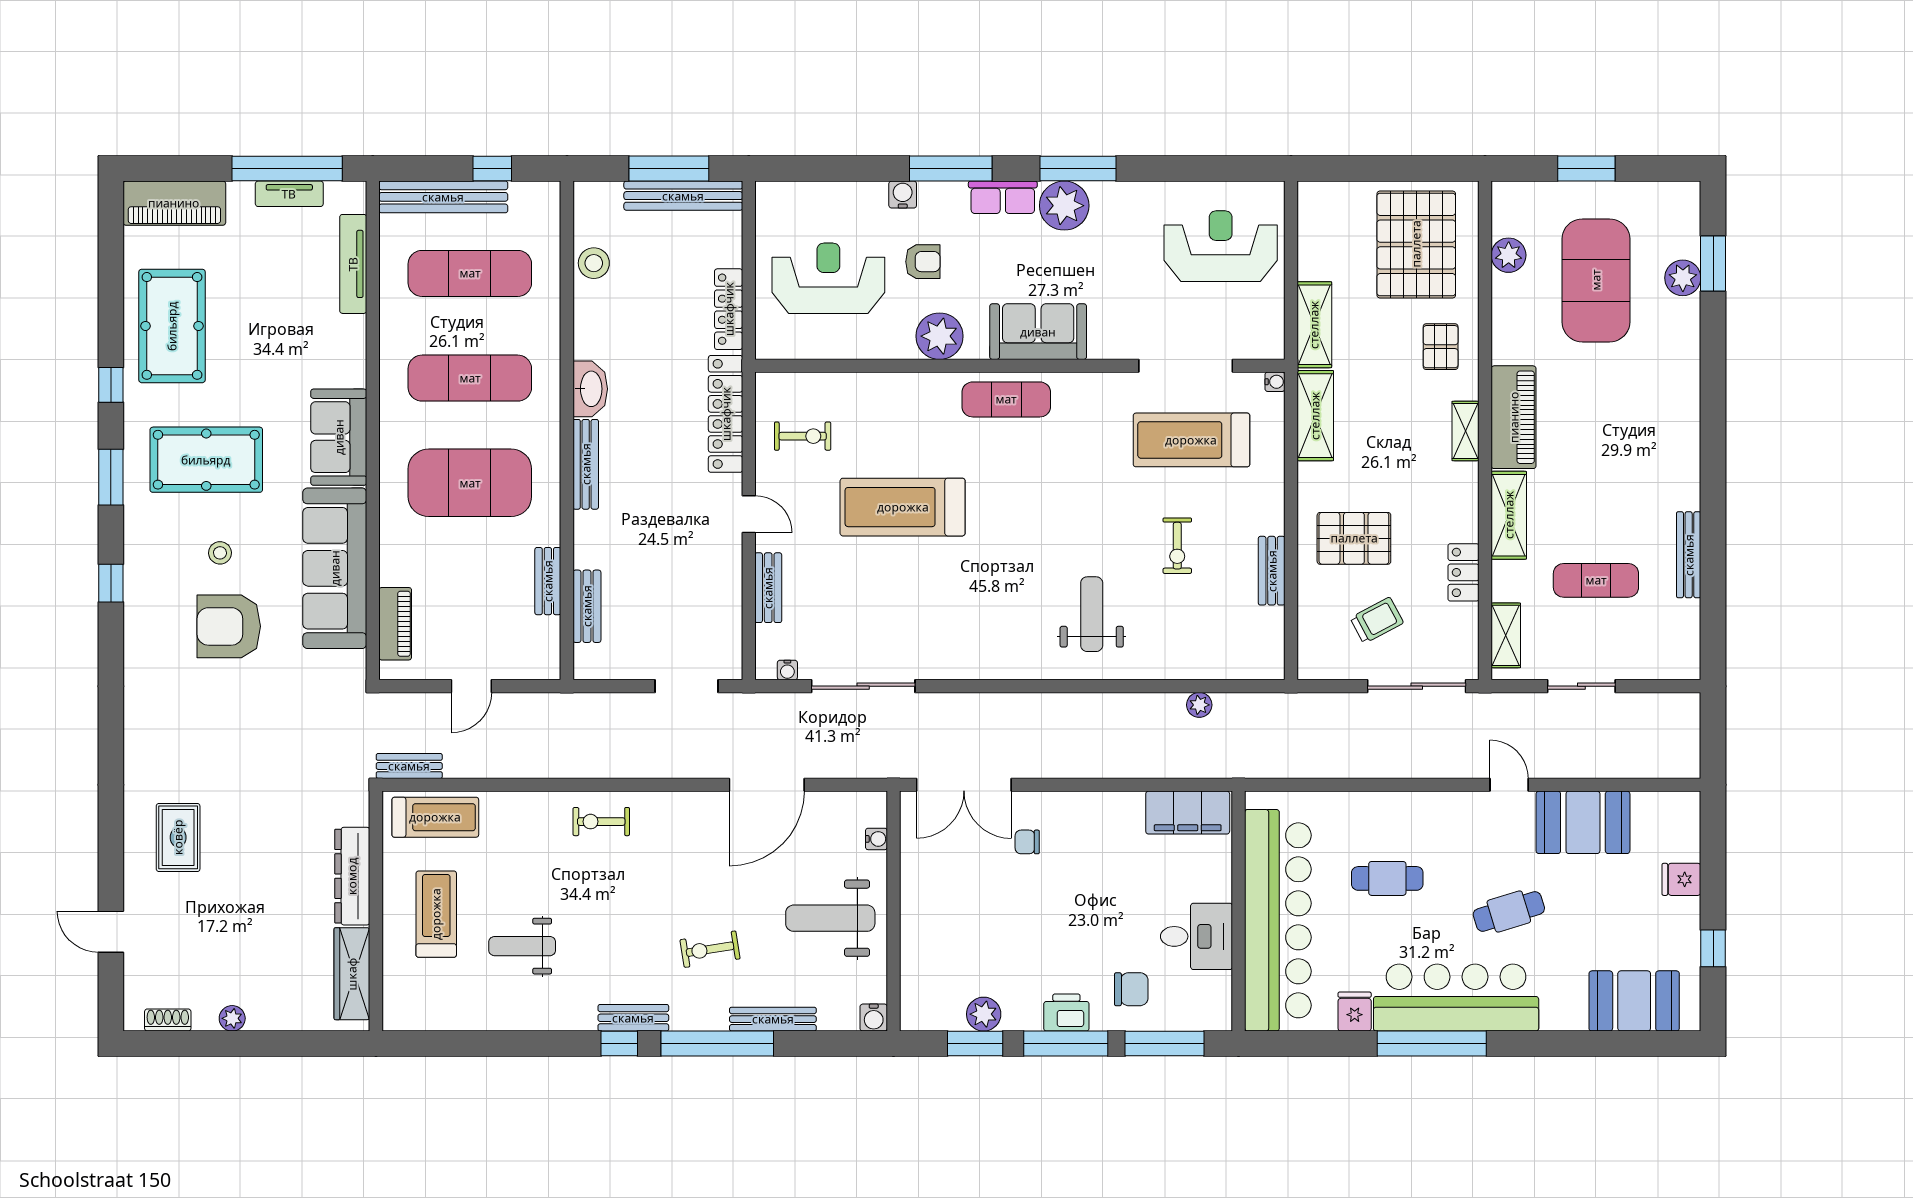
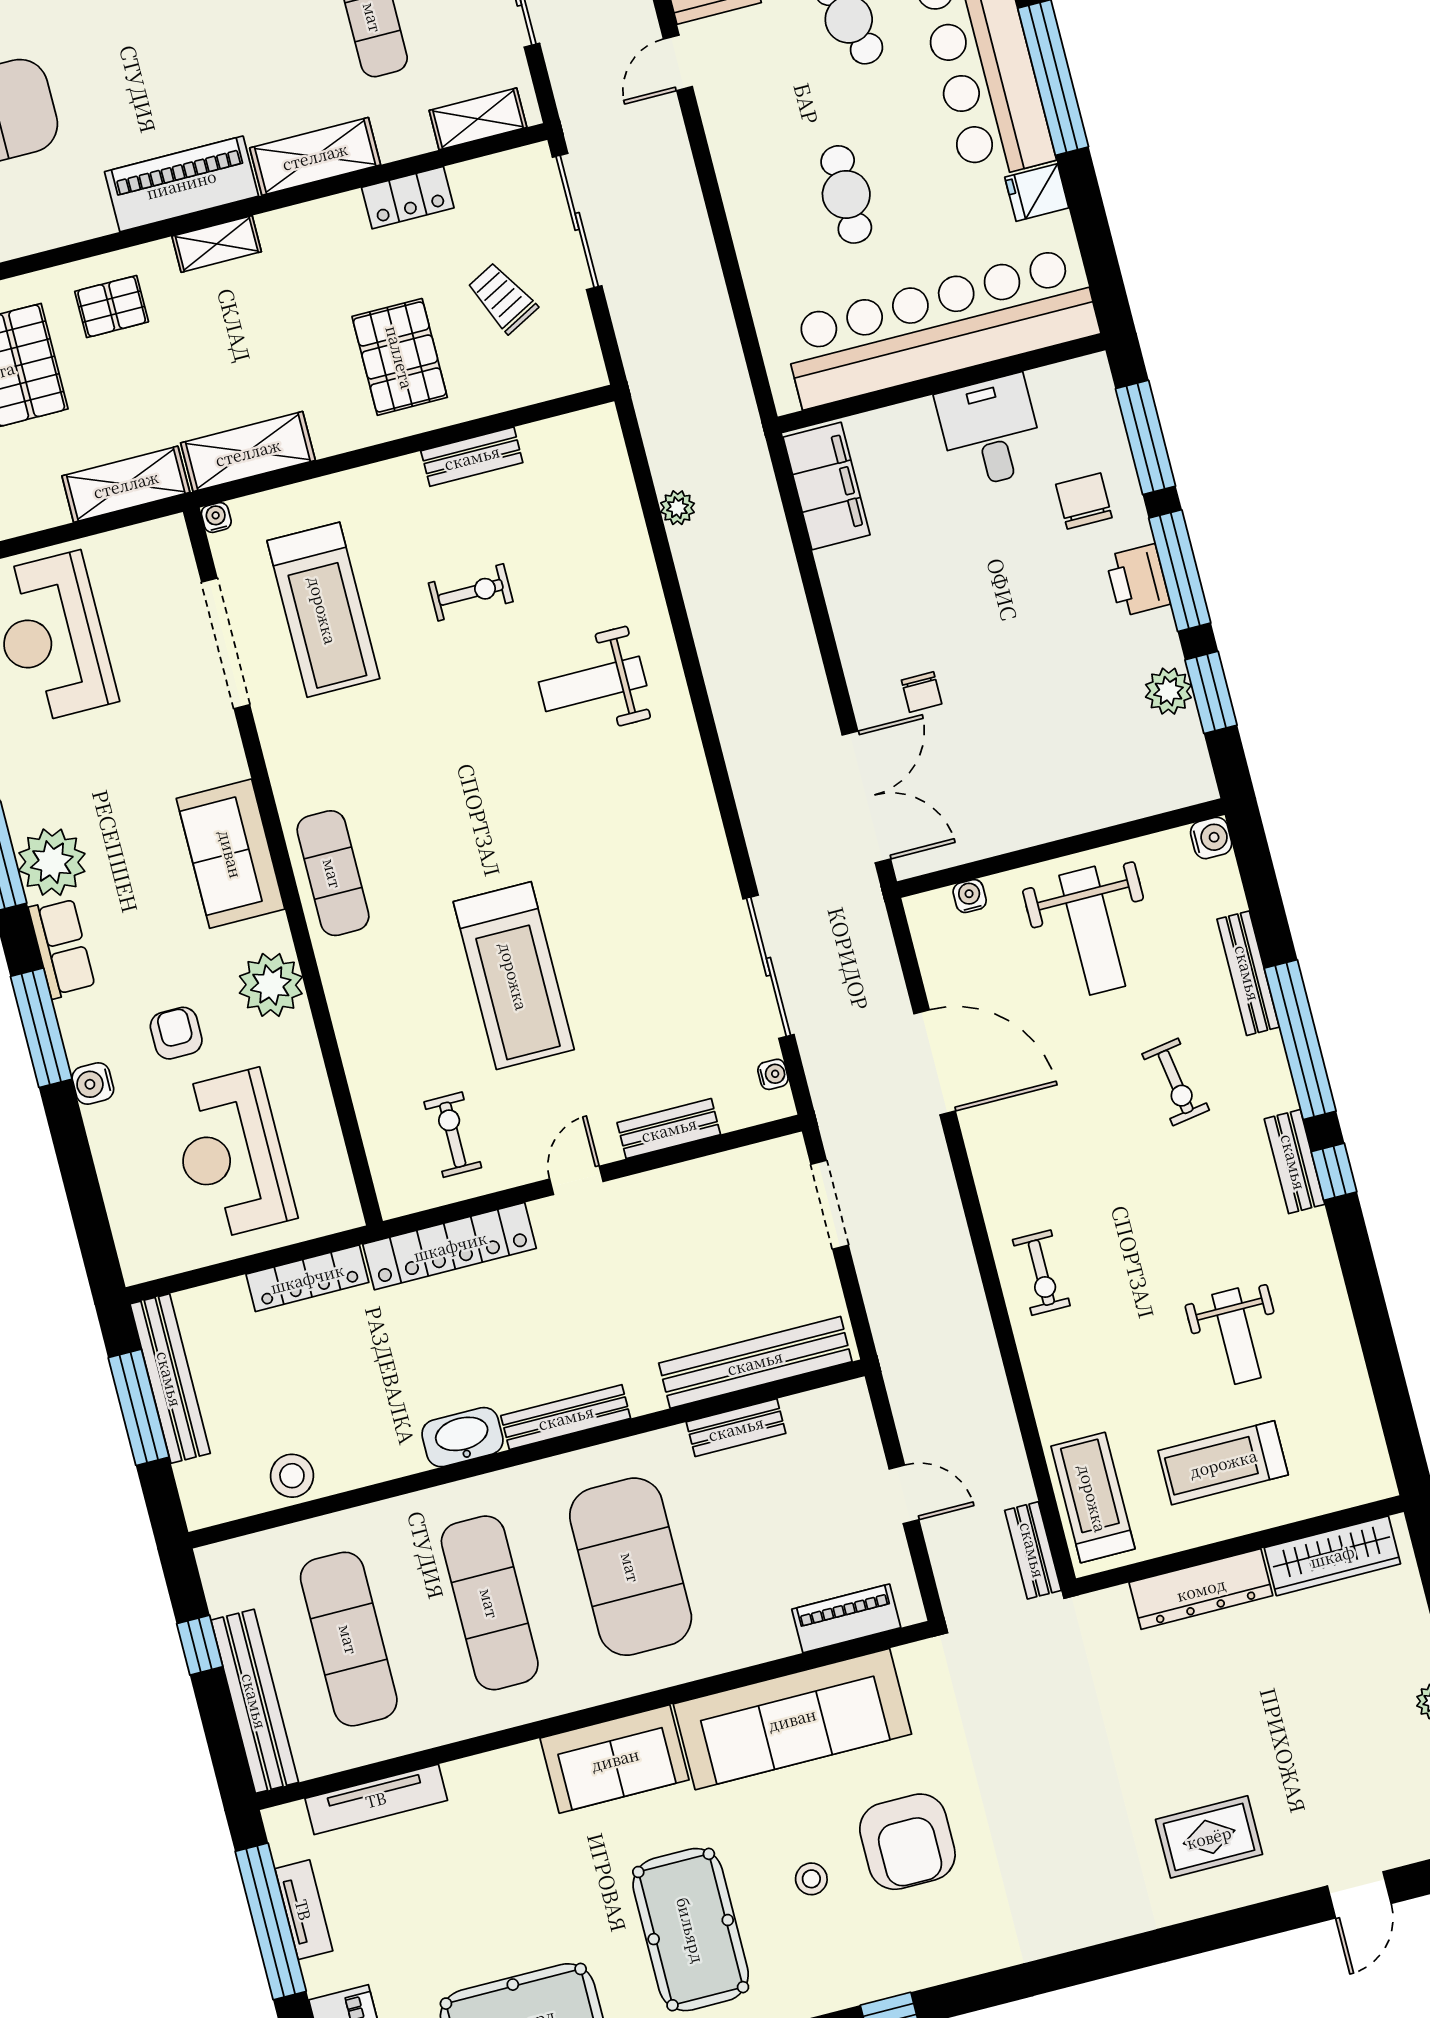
bench: (587, 606) -> (755, 1362), width x1.86, depth x1.21

